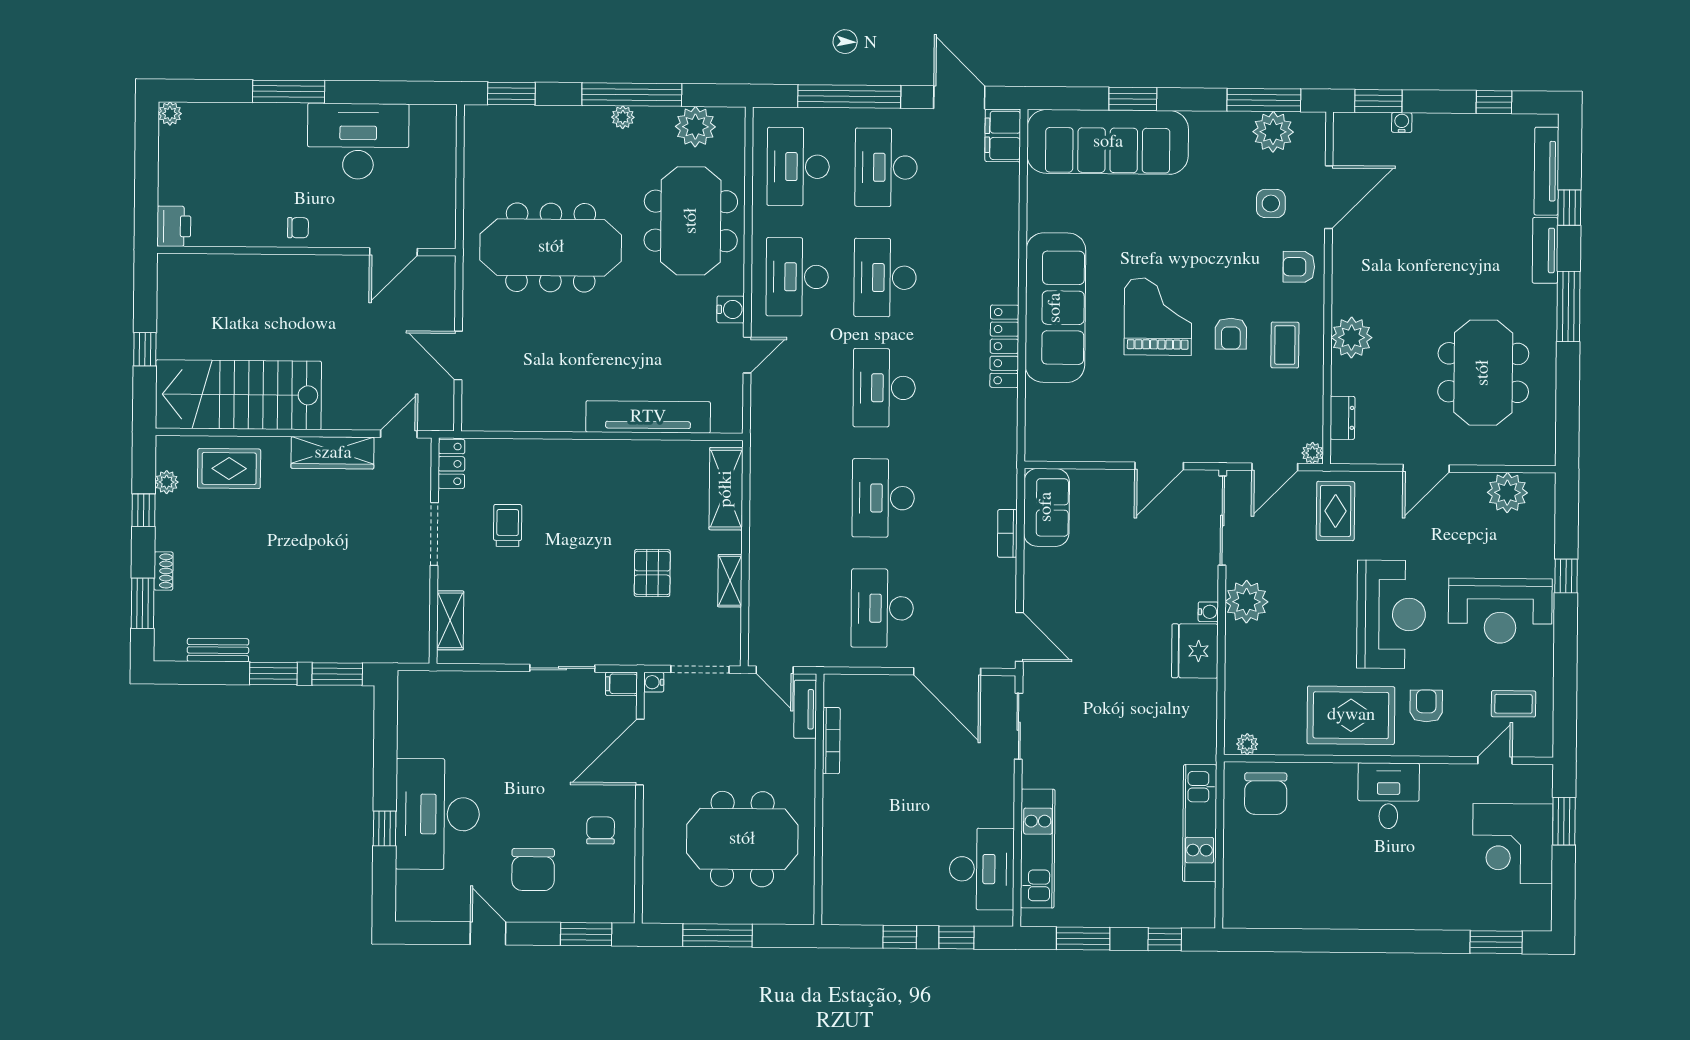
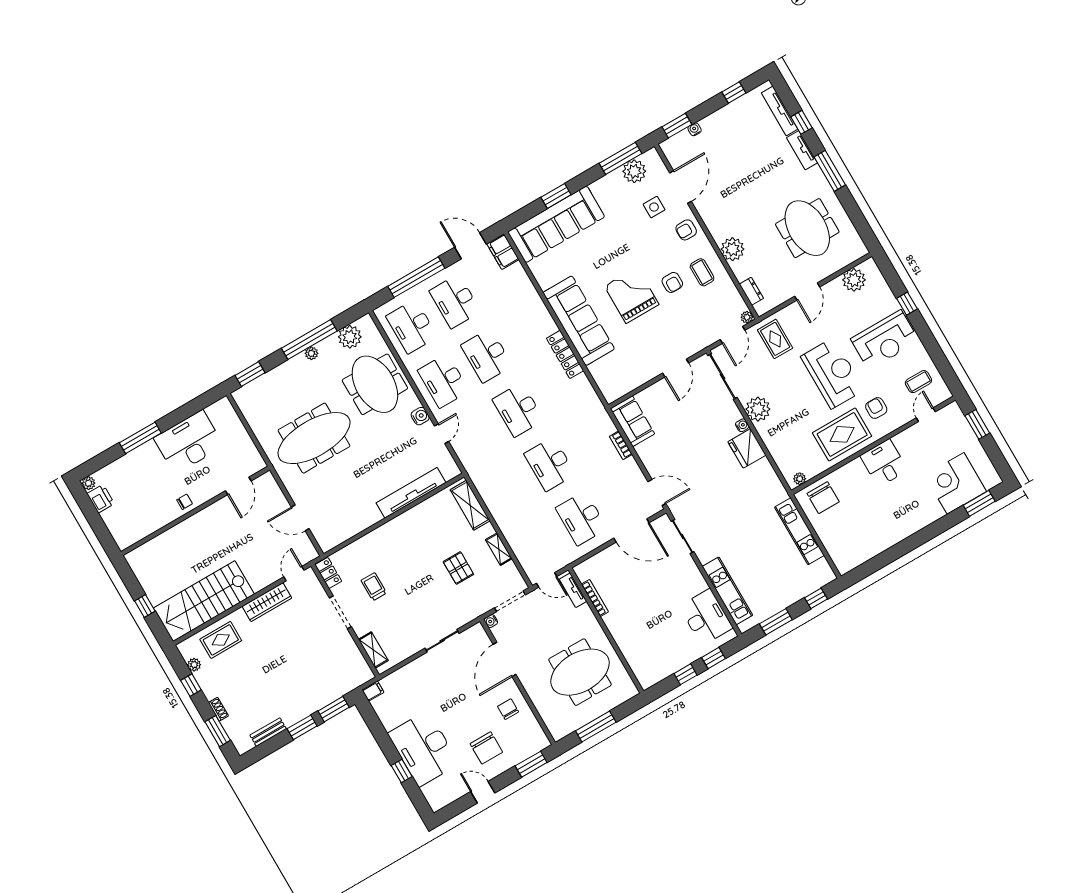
printer: (174, 226) -> (101, 499), moved
filing cabinet: (621, 684) -> (373, 691), moved, turned 180
corner desk: (1513, 844) -> (956, 483), moved, turned 90

